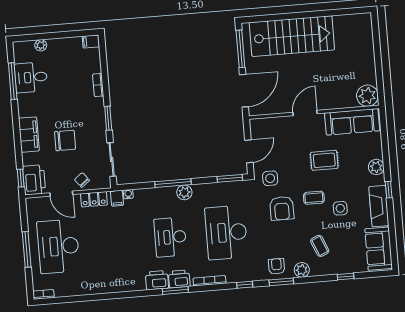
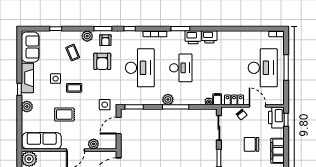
plant: (281, 123) -> (93, 144), added
armchair: (282, 208) -> (102, 61), moved, turned 180
printer: (179, 279) -> (209, 37), moved

